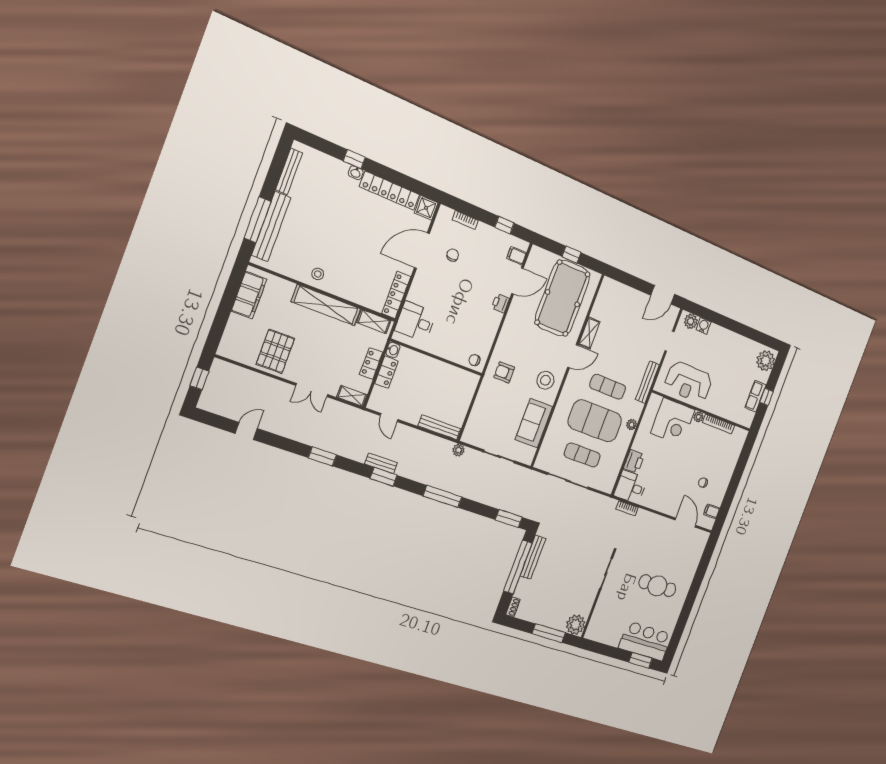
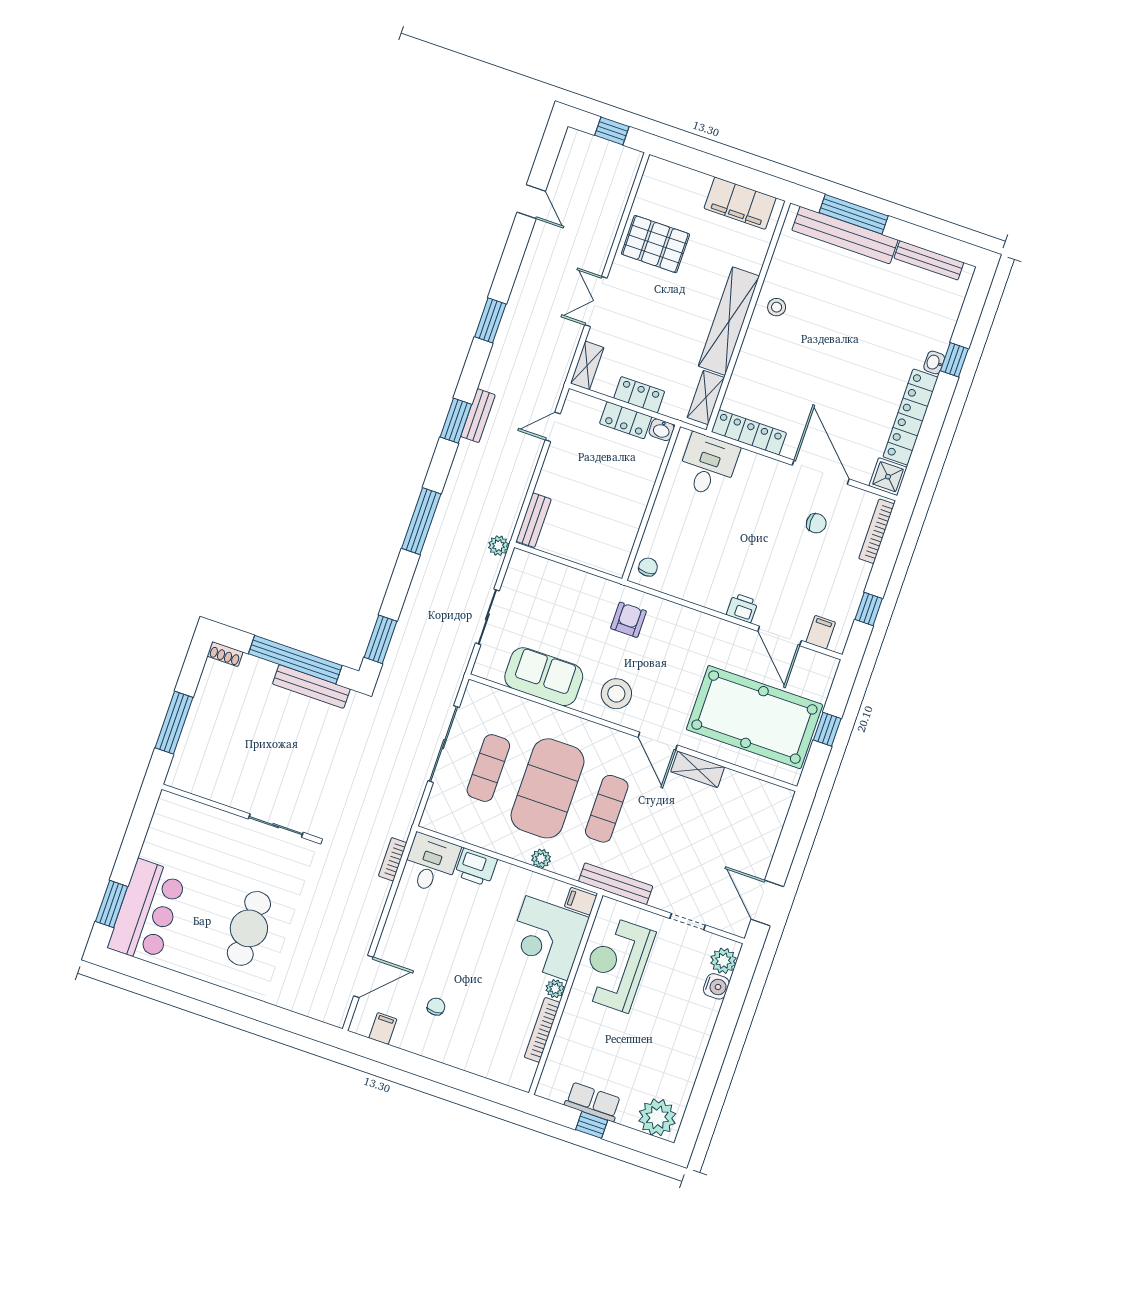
bookcase: (465, 220) -> (877, 531), width x1.56
filing cabinet: (655, 402) -> (581, 901), added
bench: (439, 427) -> (534, 520), width x0.73
plant: (576, 625) -> (186, 773), removed

